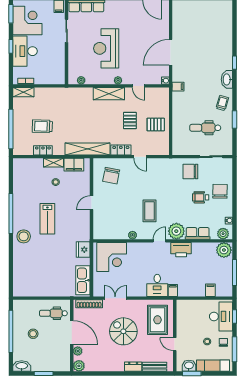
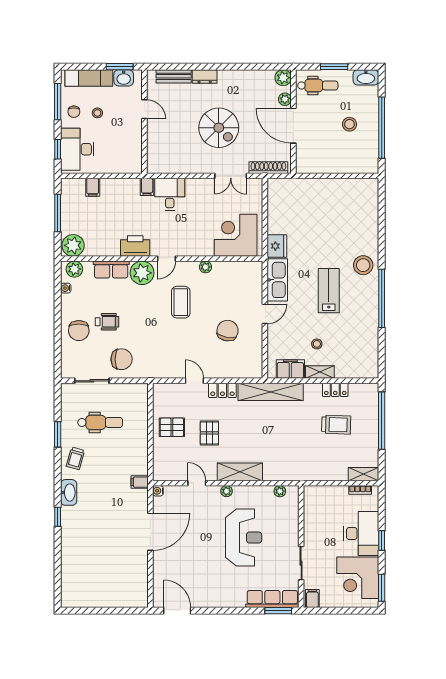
chair: (111, 176) -> (228, 331), moved
kitchen sink: (83, 280) -> (277, 280), moved
dental chair: (53, 313) -> (318, 85), moved
rug: (158, 320) -> (169, 144), removed

